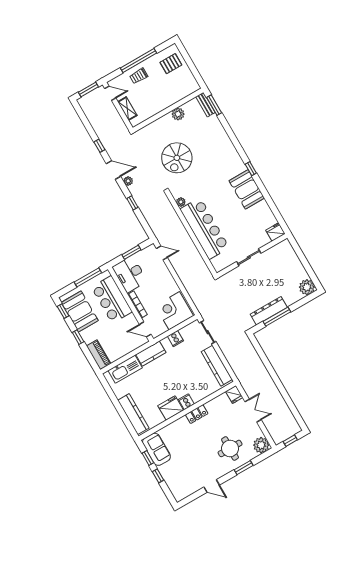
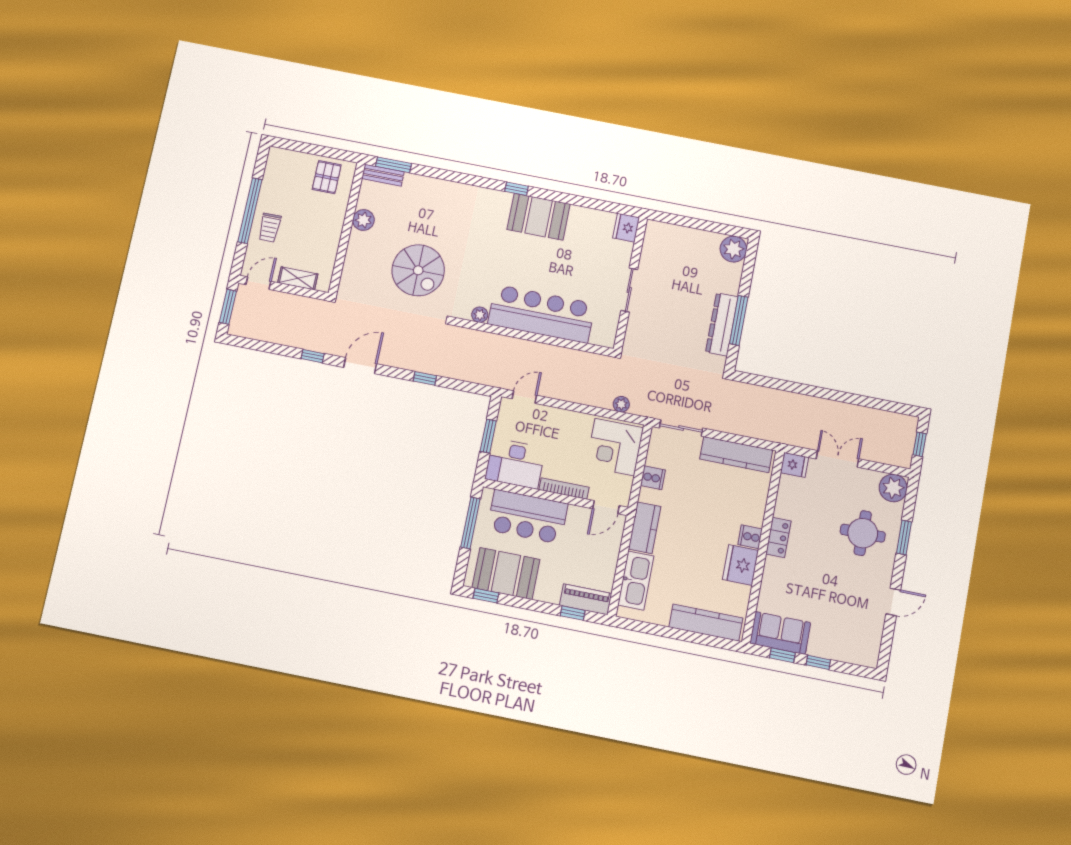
pallet: (171, 64) -> (327, 177), moved
plant: (128, 181) -> (621, 404), moved
window: (78, 337) -> (573, 613), moved

